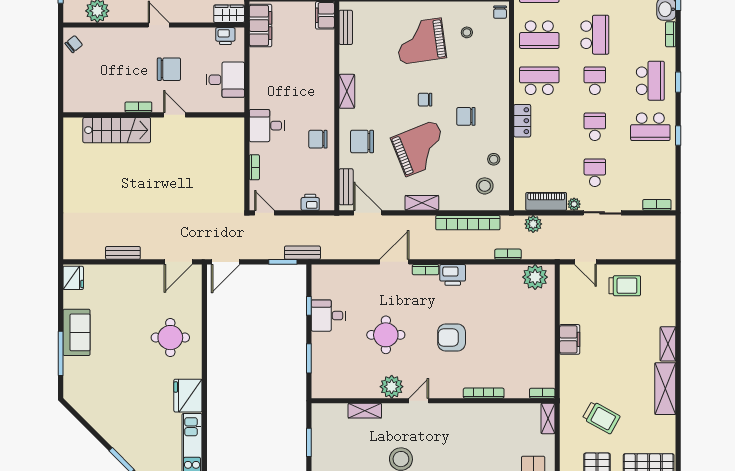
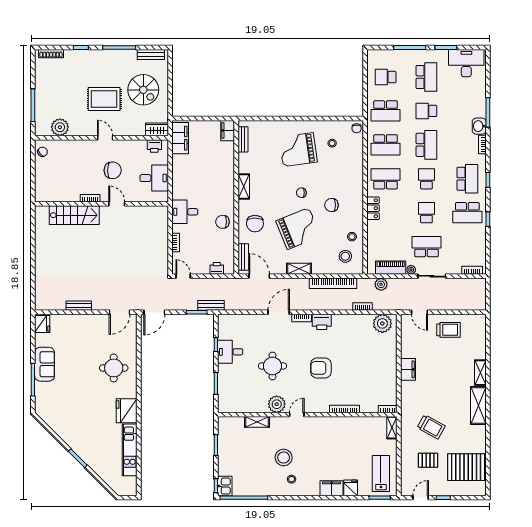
chair: (362, 142) -> (255, 224), turned -90
school desk: (595, 173) -> (426, 247), width x1.85

